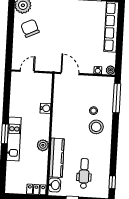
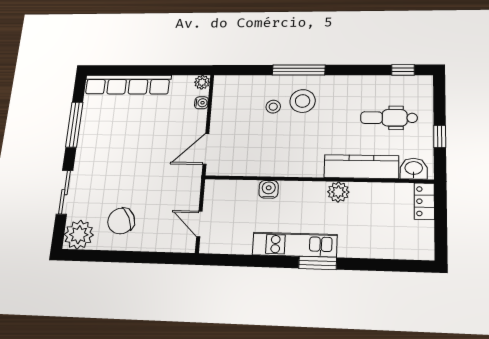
window: (117, 98) -> (299, 70), moved
kitchen unit: (14, 139) -> (295, 245), moved

